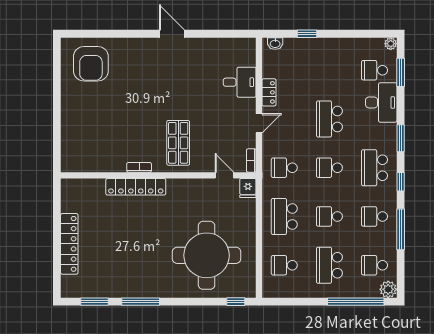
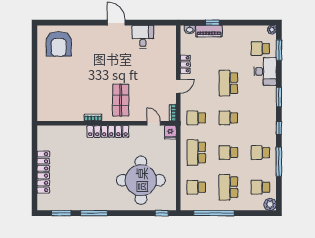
piano: (302, 46) -> (209, 31), added
desk: (240, 82) -> (143, 37), moved, turned -90
school desk: (375, 168) -> (260, 118), removed
locker: (136, 187) -> (108, 131), moved
window: (356, 302) -> (214, 213), moved

